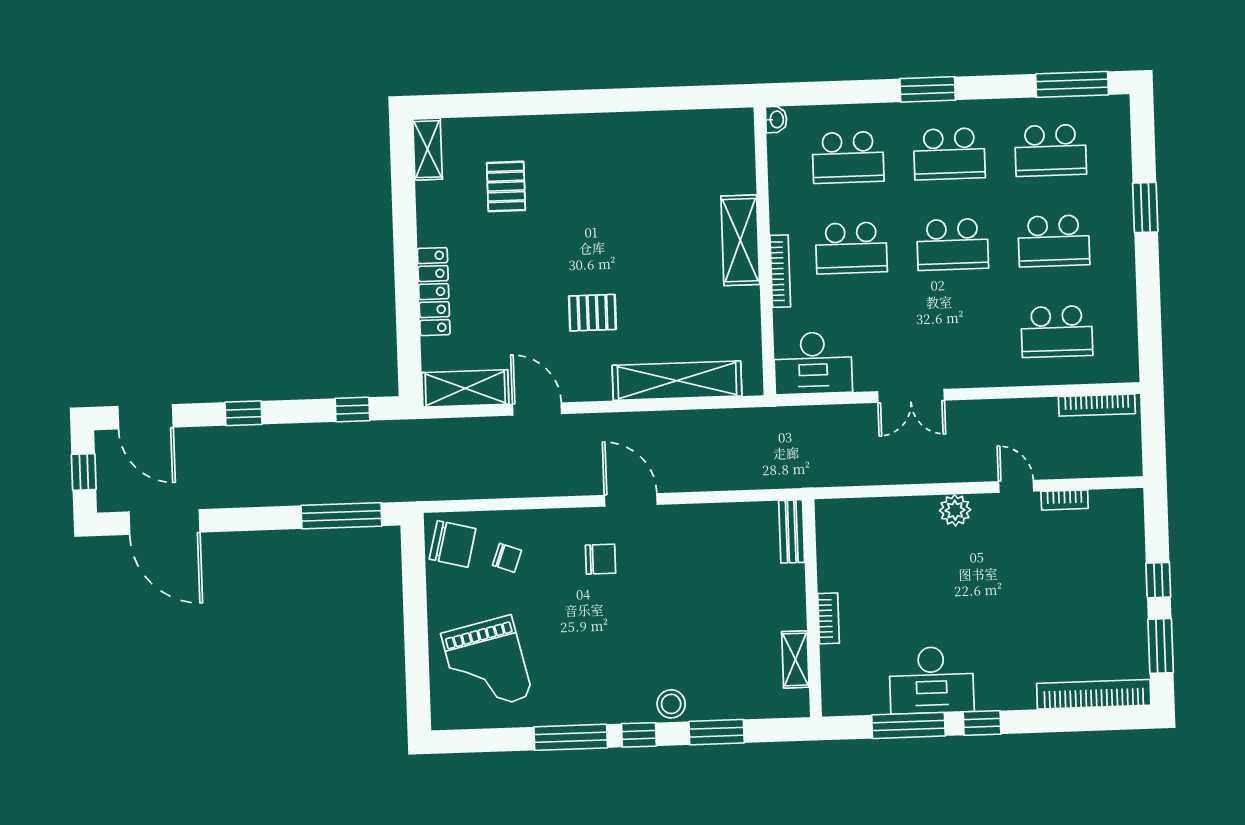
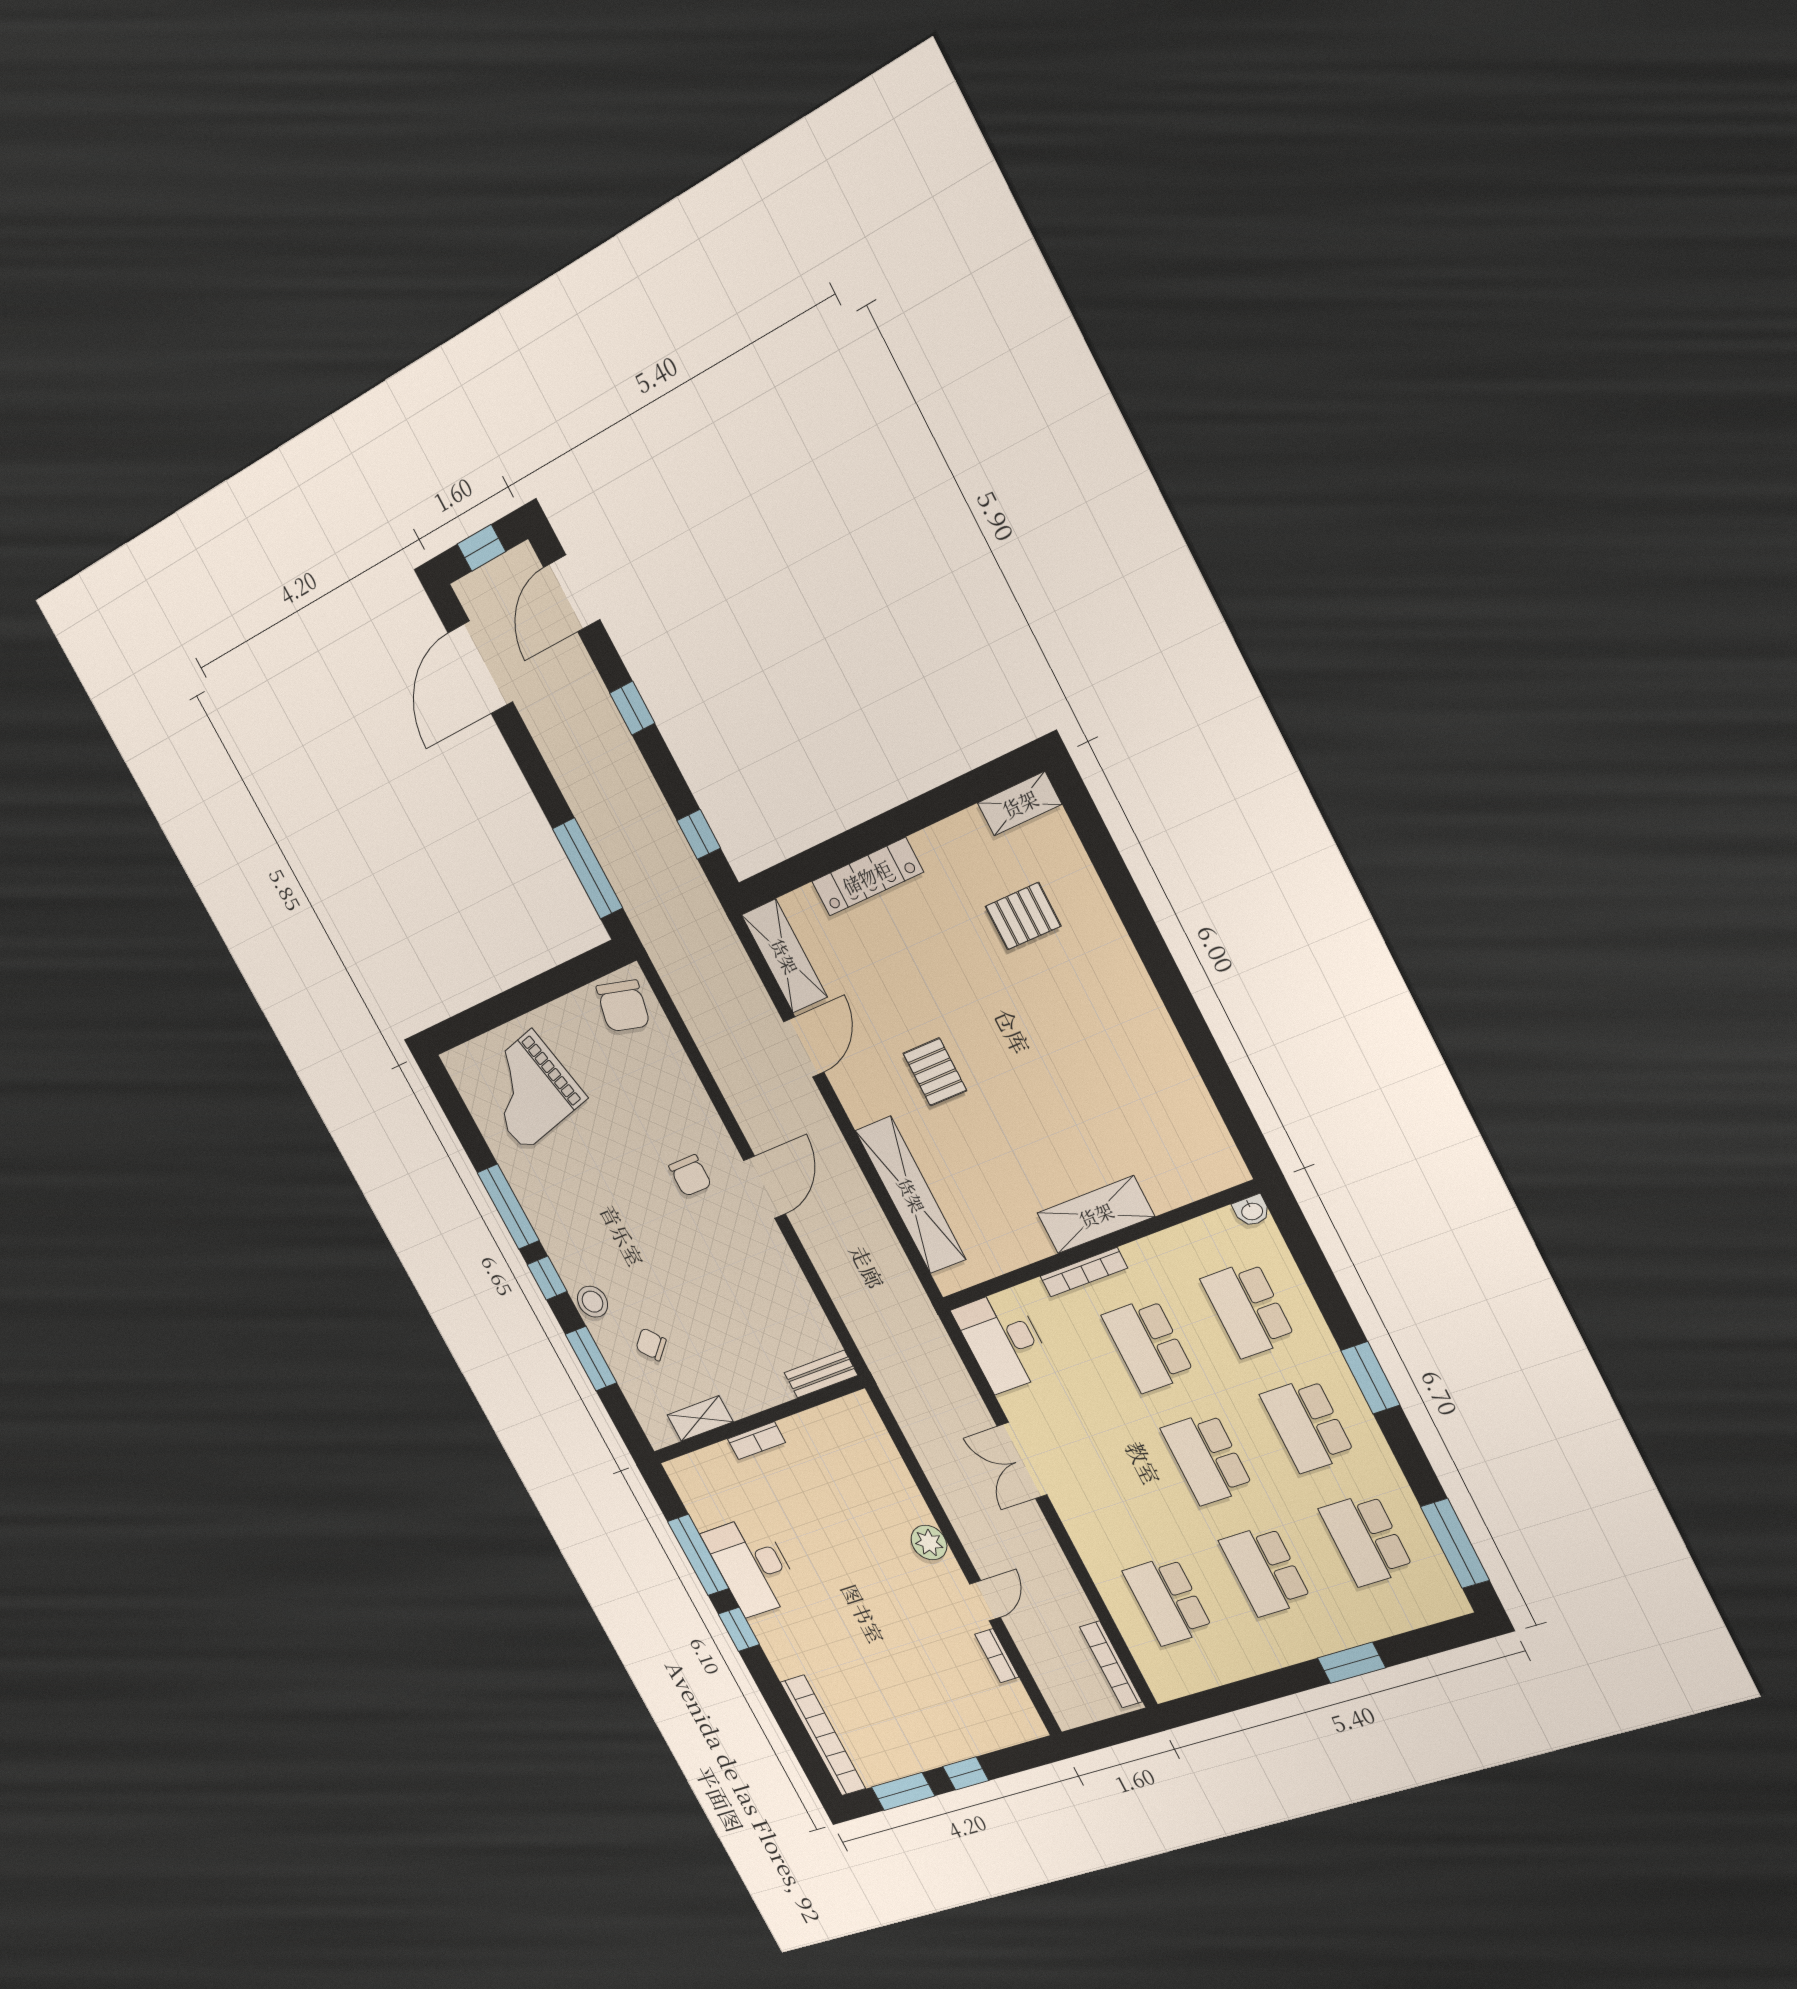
chair: (507, 558) -> (651, 1344), moved, turned 118

